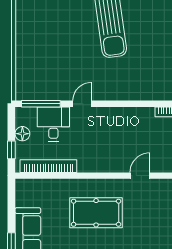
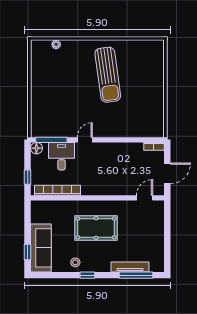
floor lamp: (22, 134) -> (36, 148), moved
door: (140, 176) -> (145, 198), moved

